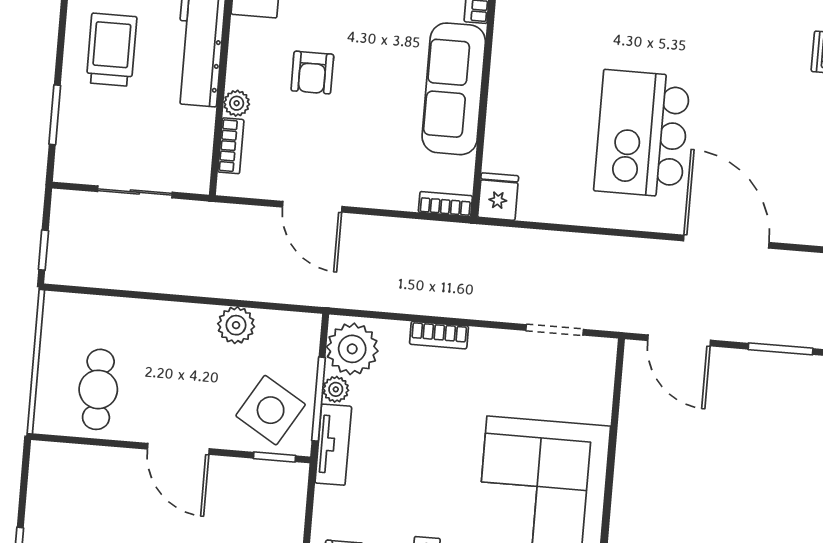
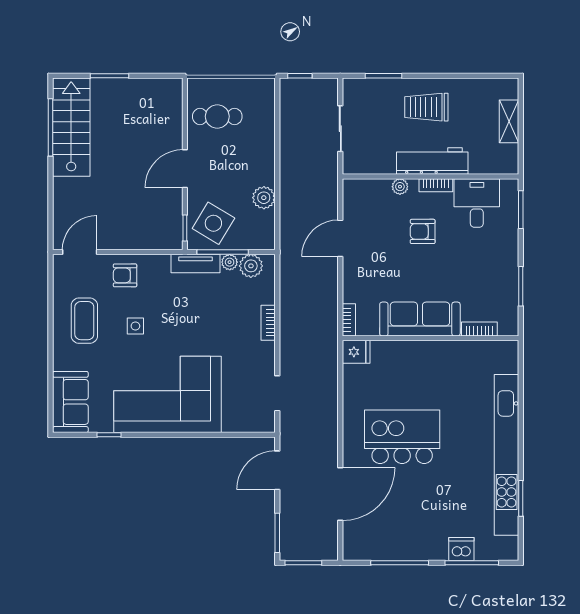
trolley: (112, 50) -> (426, 107), turned 180
bookcase: (231, 146) -> (436, 185), moved
plant: (352, 349) -> (251, 266), width x0.73, depth x0.73

